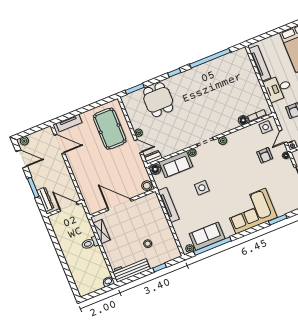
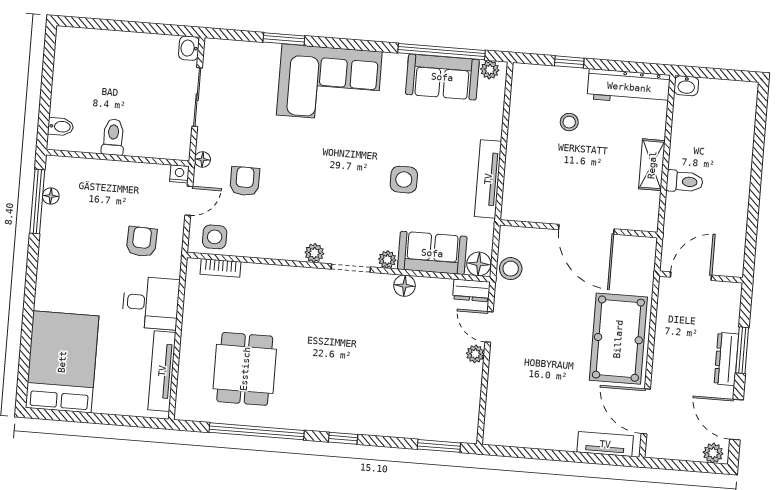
dining table: (158, 100) -> (245, 369), moved
floor lamp: (243, 120) -> (405, 286), moved
pool table: (110, 129) -> (618, 339), moved
stool: (147, 186) -> (511, 269), moved
dresser: (45, 199) -> (726, 359), moved
door: (68, 207) -> (691, 276), swing flipped
shelving: (101, 231) -> (652, 165), moved

